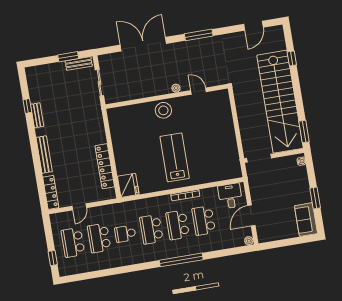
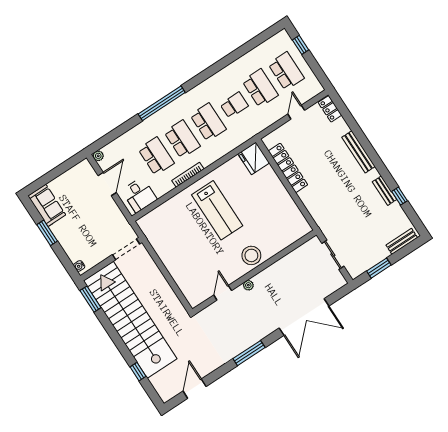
bench: (79, 64) -> (402, 241), moved
door: (199, 91) -> (223, 293), swing flipped
locker: (51, 192) -> (330, 109), width x0.66

